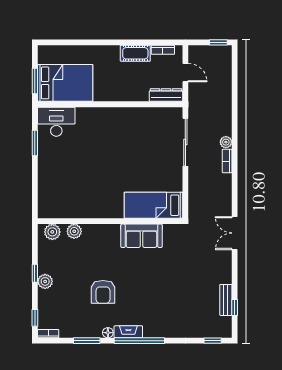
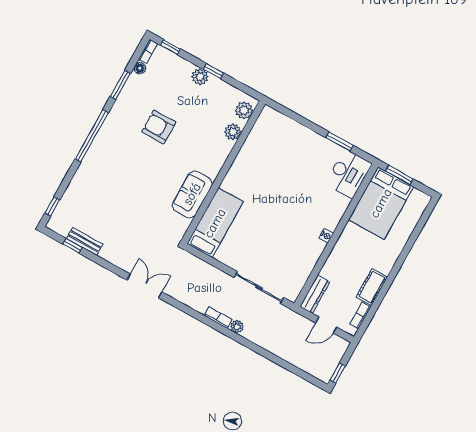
nightstand: (115, 112) -> (326, 236), added
fireplace: (128, 332) -> (106, 130), removed
floor lamp: (108, 333) -> (140, 68), moved

